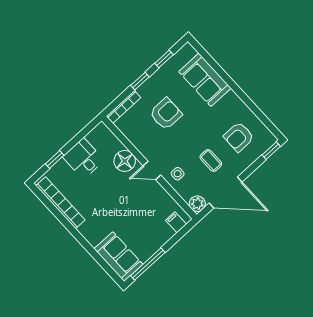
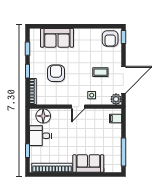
armchair: (239, 137) -> (110, 39), moved
floor lamp: (125, 161) -> (43, 116), moved
sofa: (118, 257) -> (88, 164), moved

